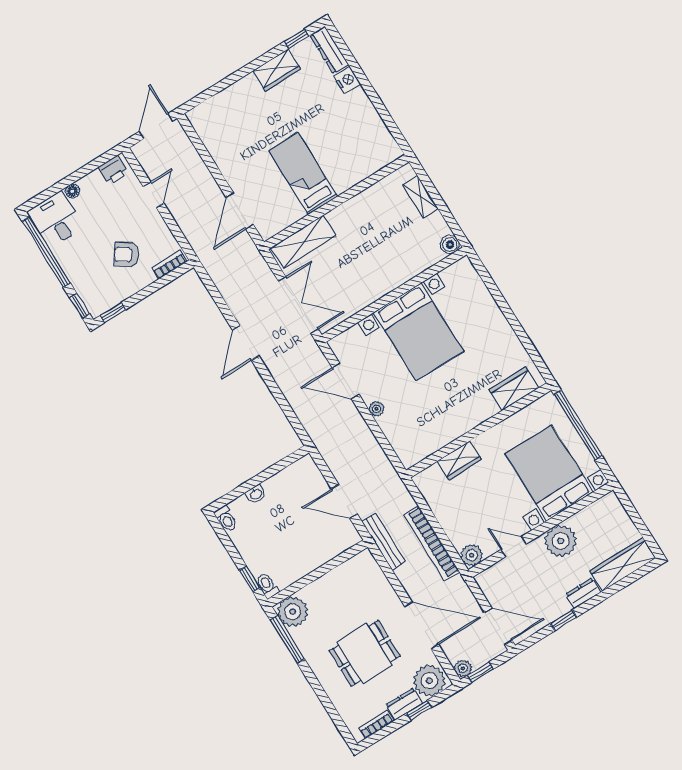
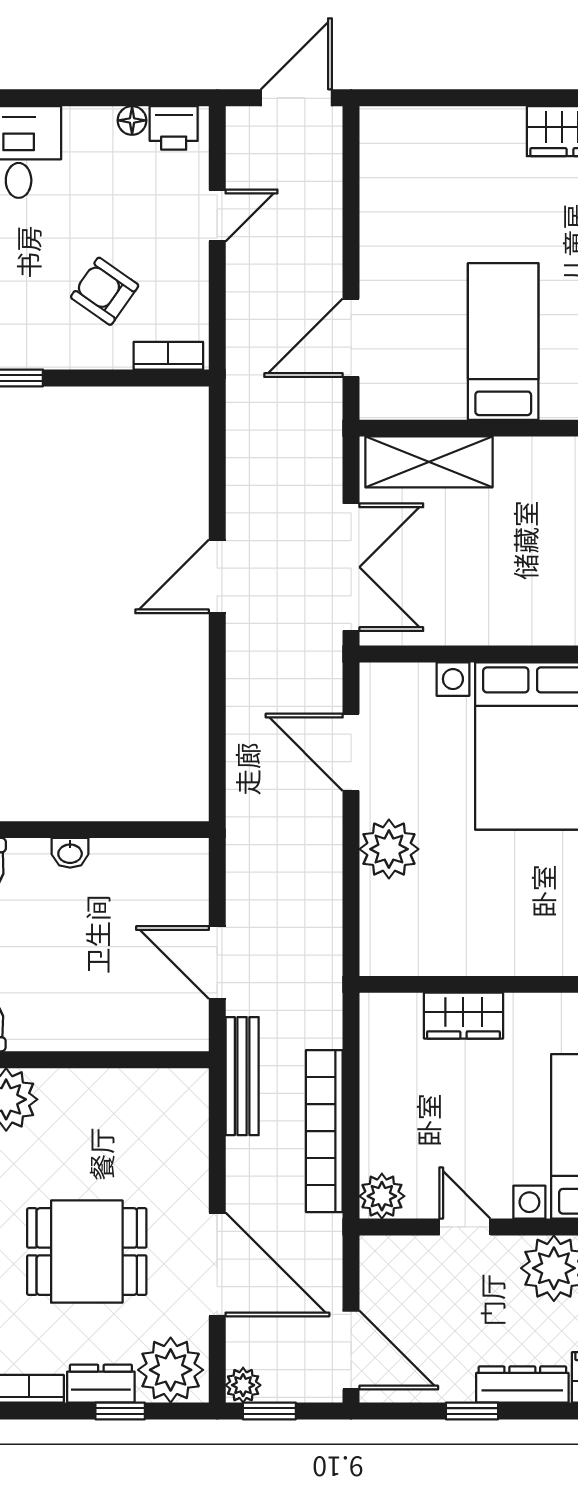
floor lamp: (72, 191) -> (132, 120), moved
plant: (377, 409) -> (389, 849), width x1.88, depth x1.88
dresser: (583, 593) -> (522, 1385), width x1.44

